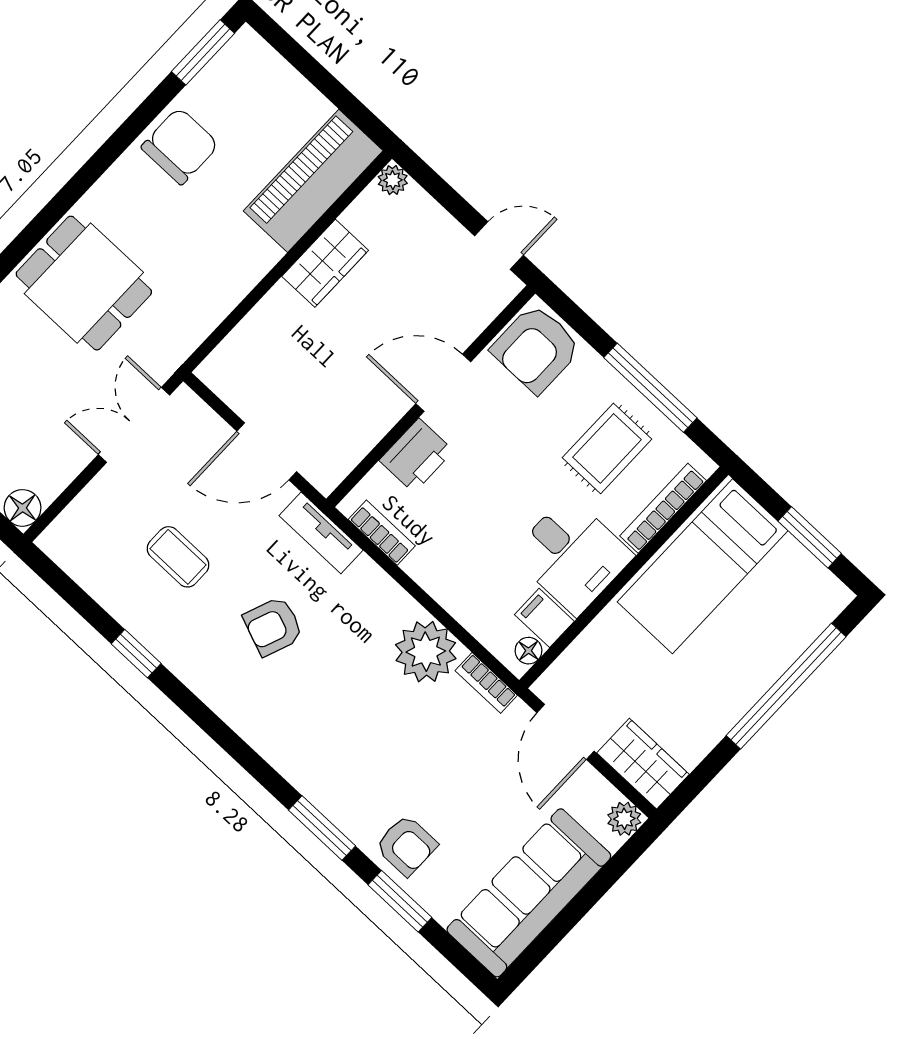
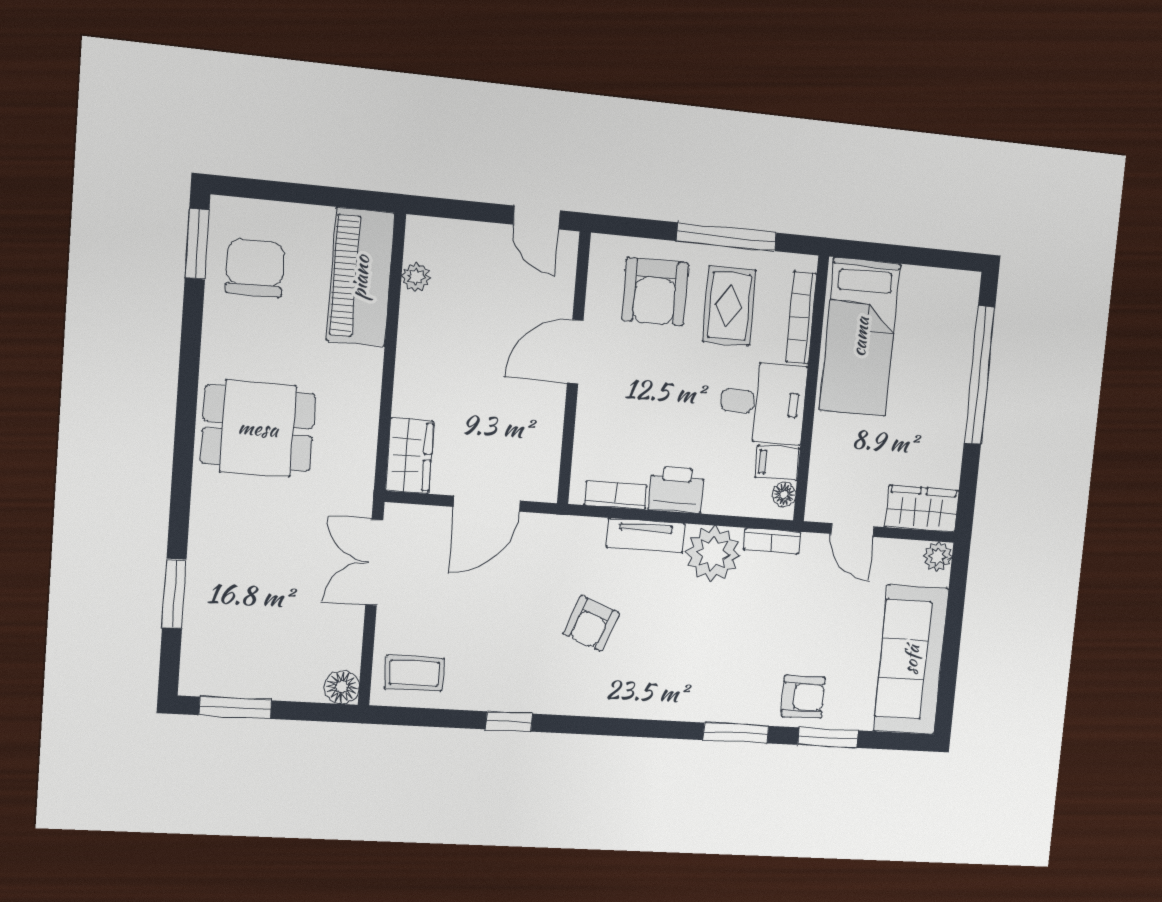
chair: (180, 146) -> (255, 268), moved
plant: (393, 180) -> (416, 277), moved
door: (499, 246) -> (537, 218), swing flipped
wardrobe: (325, 263) -> (410, 456), moved
dining table: (84, 283) -> (258, 428), moved
armchair: (536, 349) -> (655, 292), moved
printer: (416, 456) -> (676, 490), moved, turned -90
tv unit: (321, 533) -> (646, 535), moved
window: (810, 537) -> (919, 256), removed
coffee table: (178, 557) -> (414, 673), moved
door: (566, 732) -> (853, 530), width x0.73

